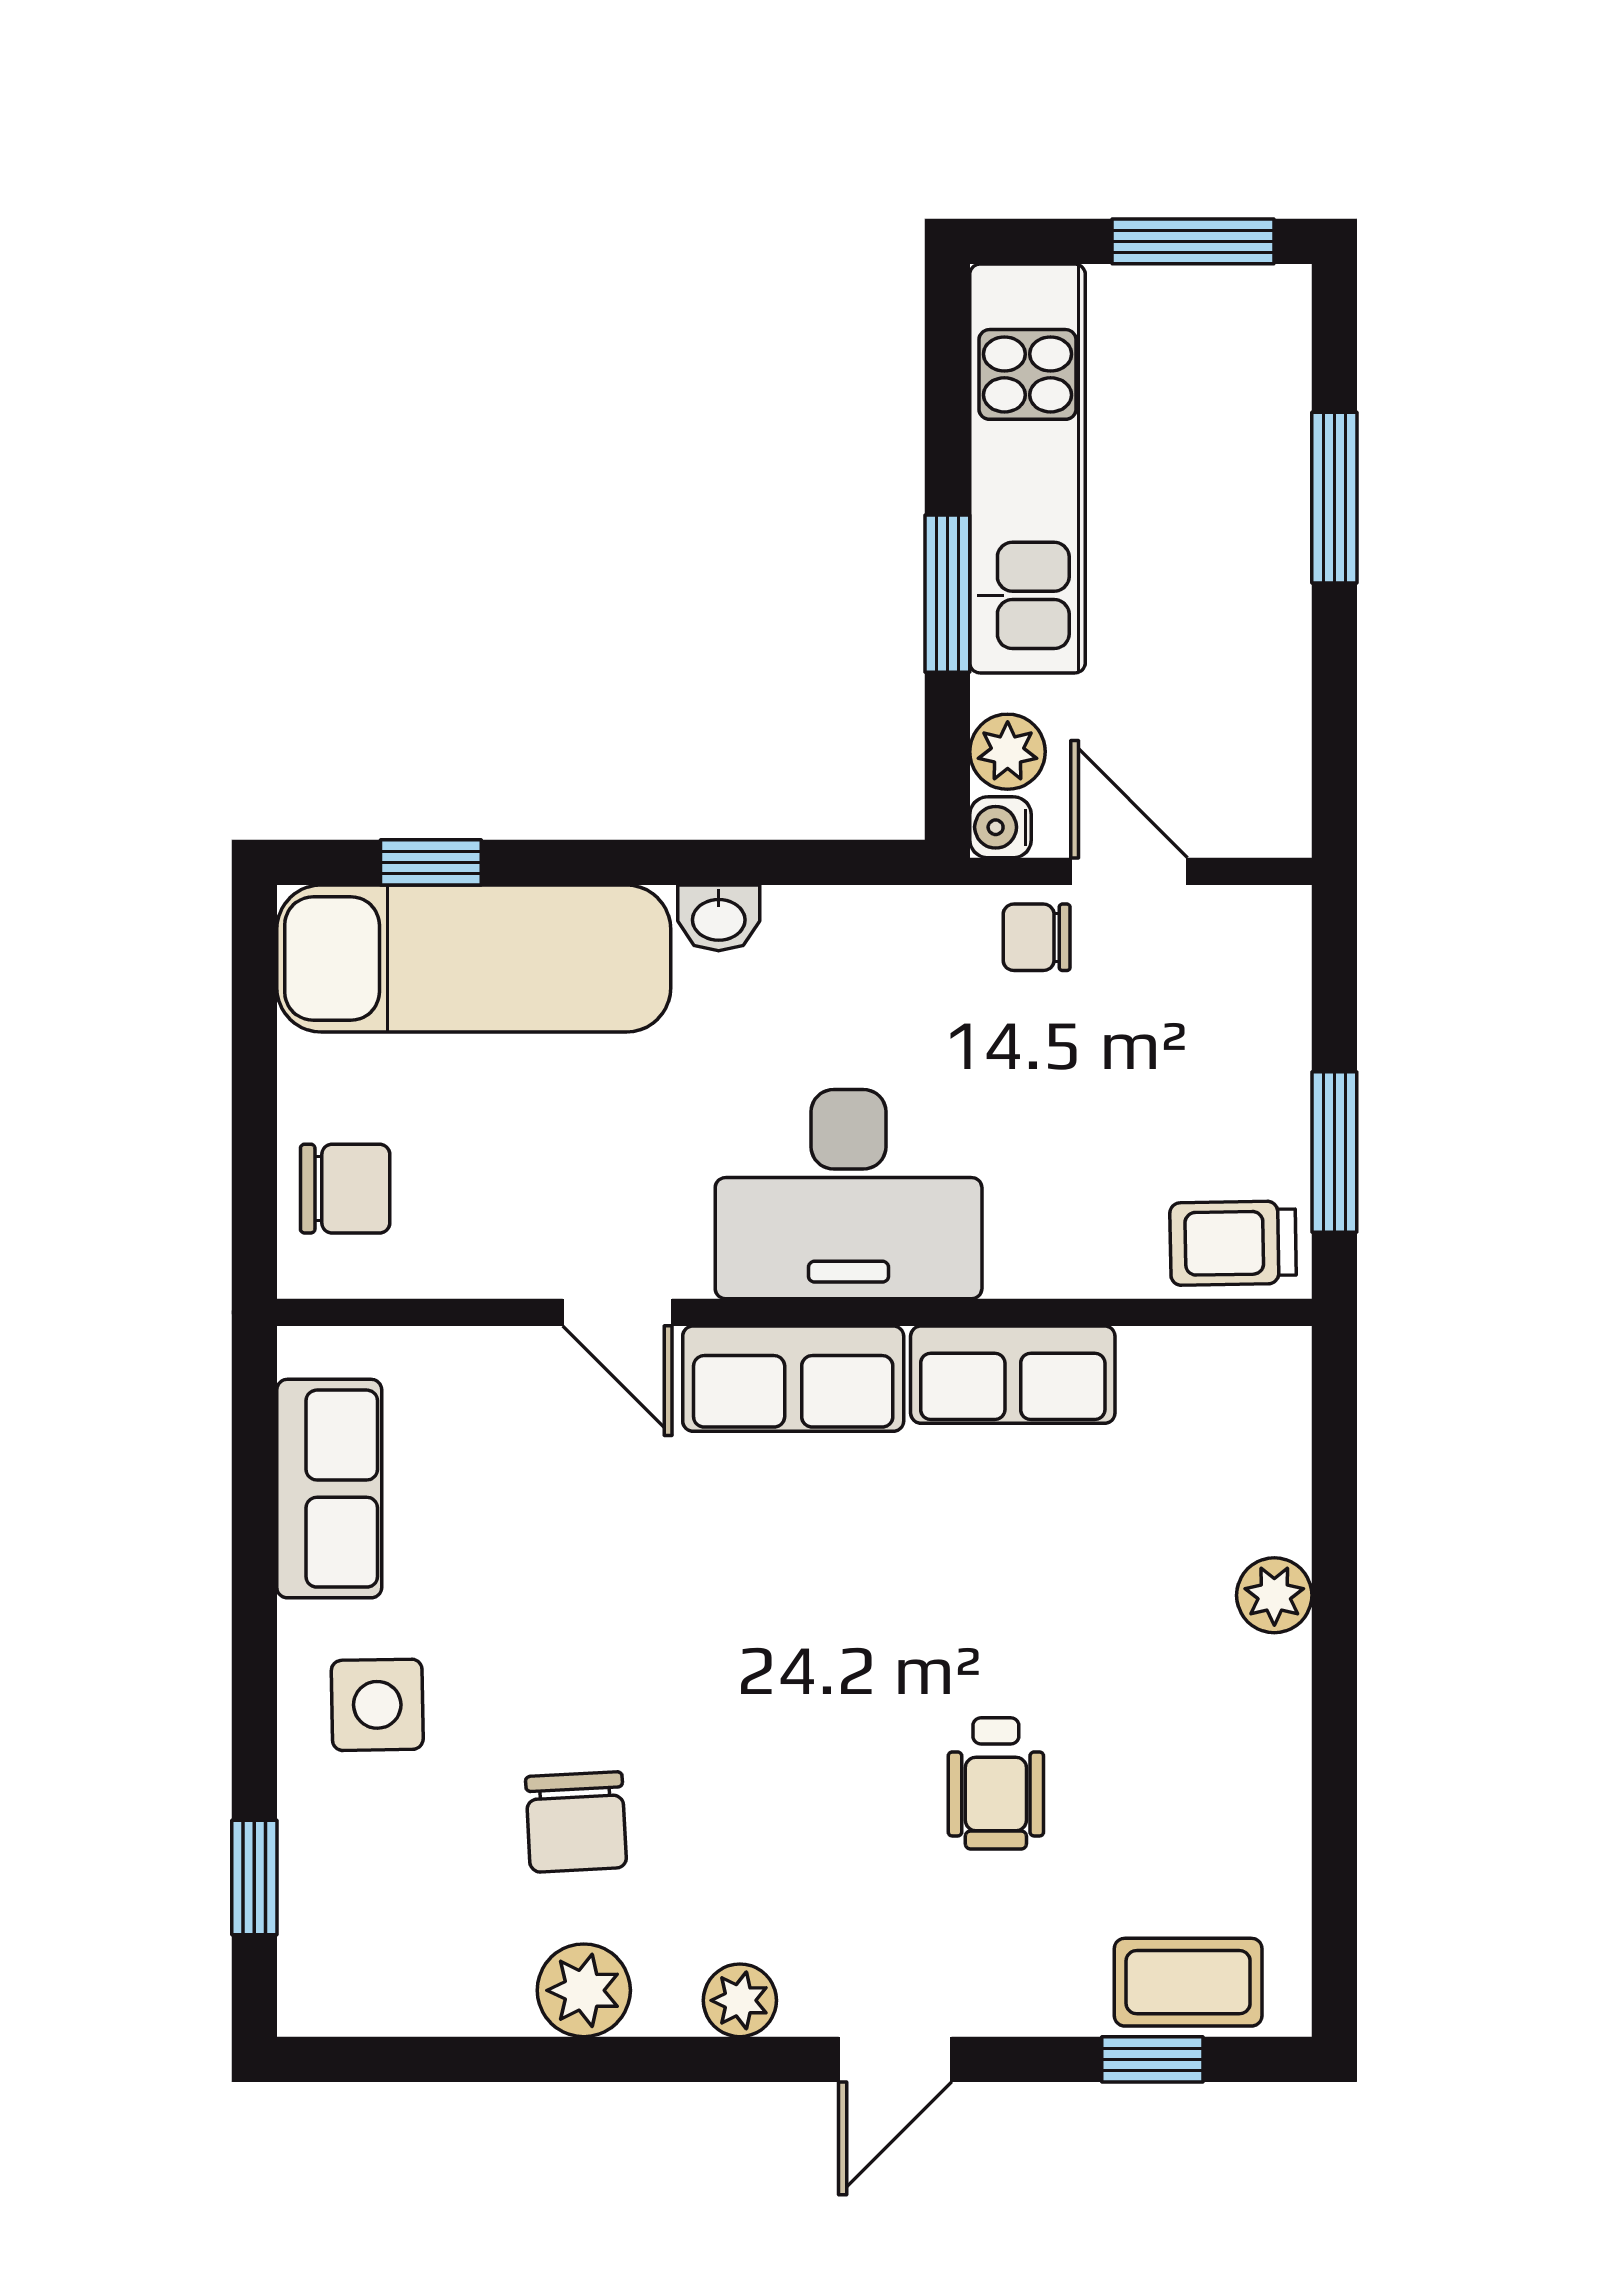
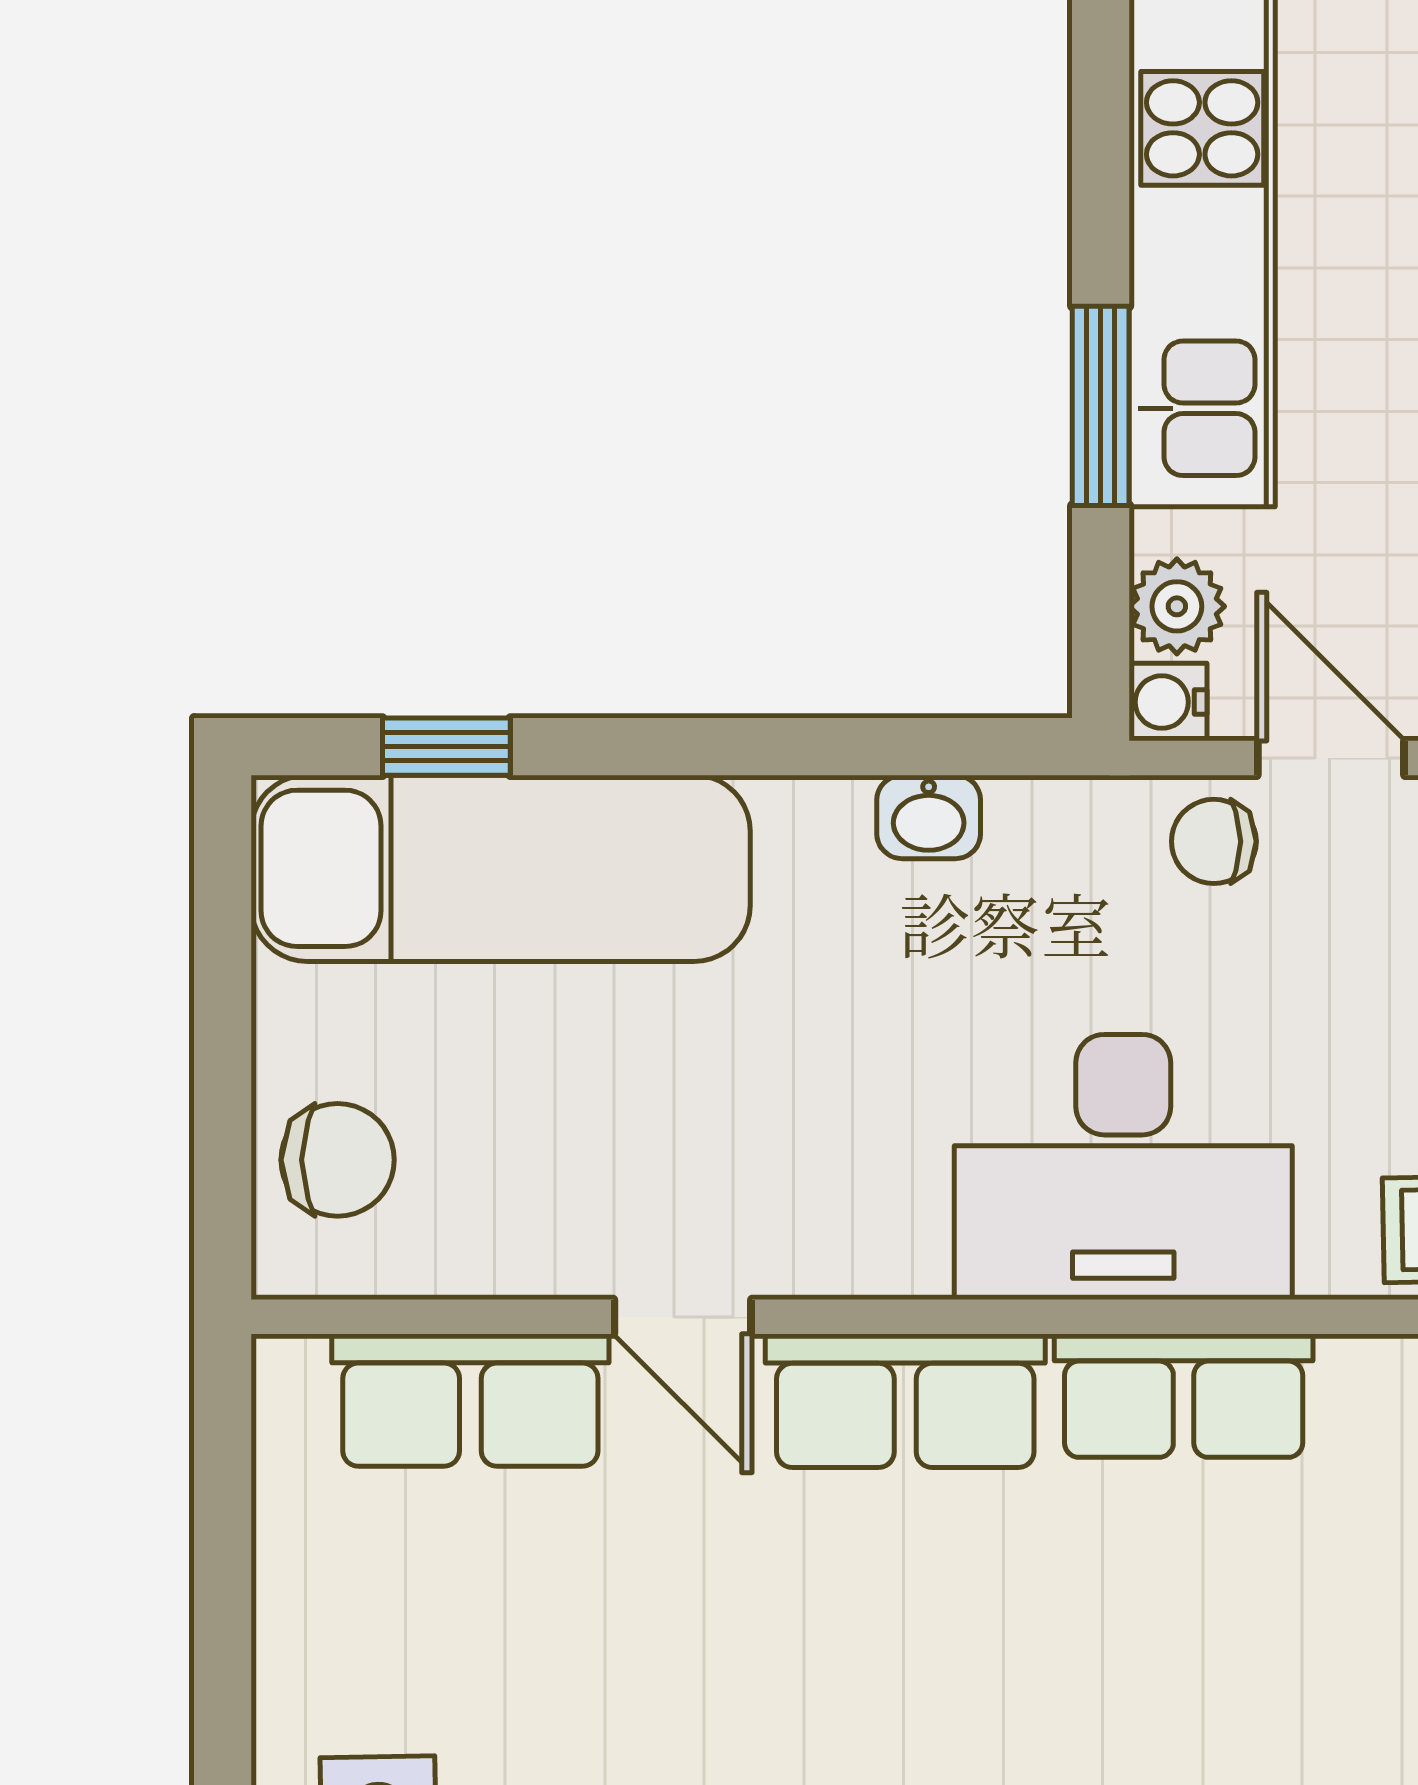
washbasin: (719, 918) -> (929, 817), moved
desk: (849, 1194) -> (1123, 1167), moved
row of seats: (329, 1489) -> (470, 1400), moved, turned 90

